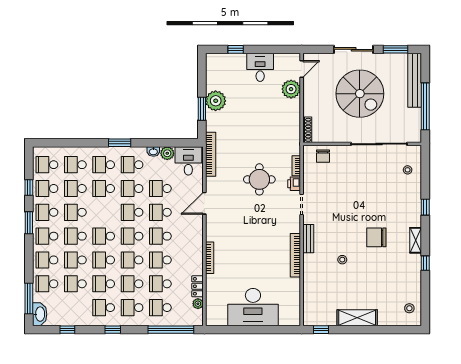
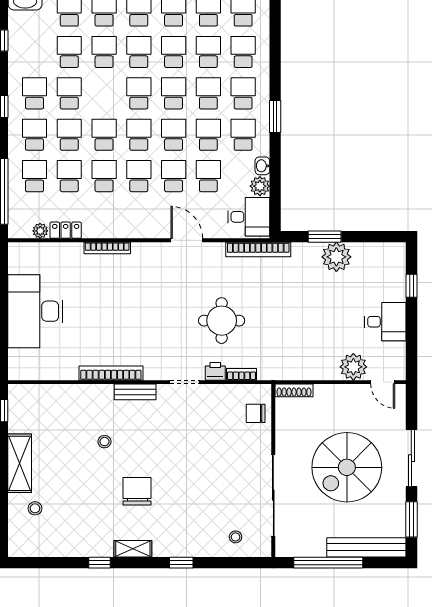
school desk: (104, 260) -> (174, 93), moved
stool: (409, 308) -> (35, 508), moved

